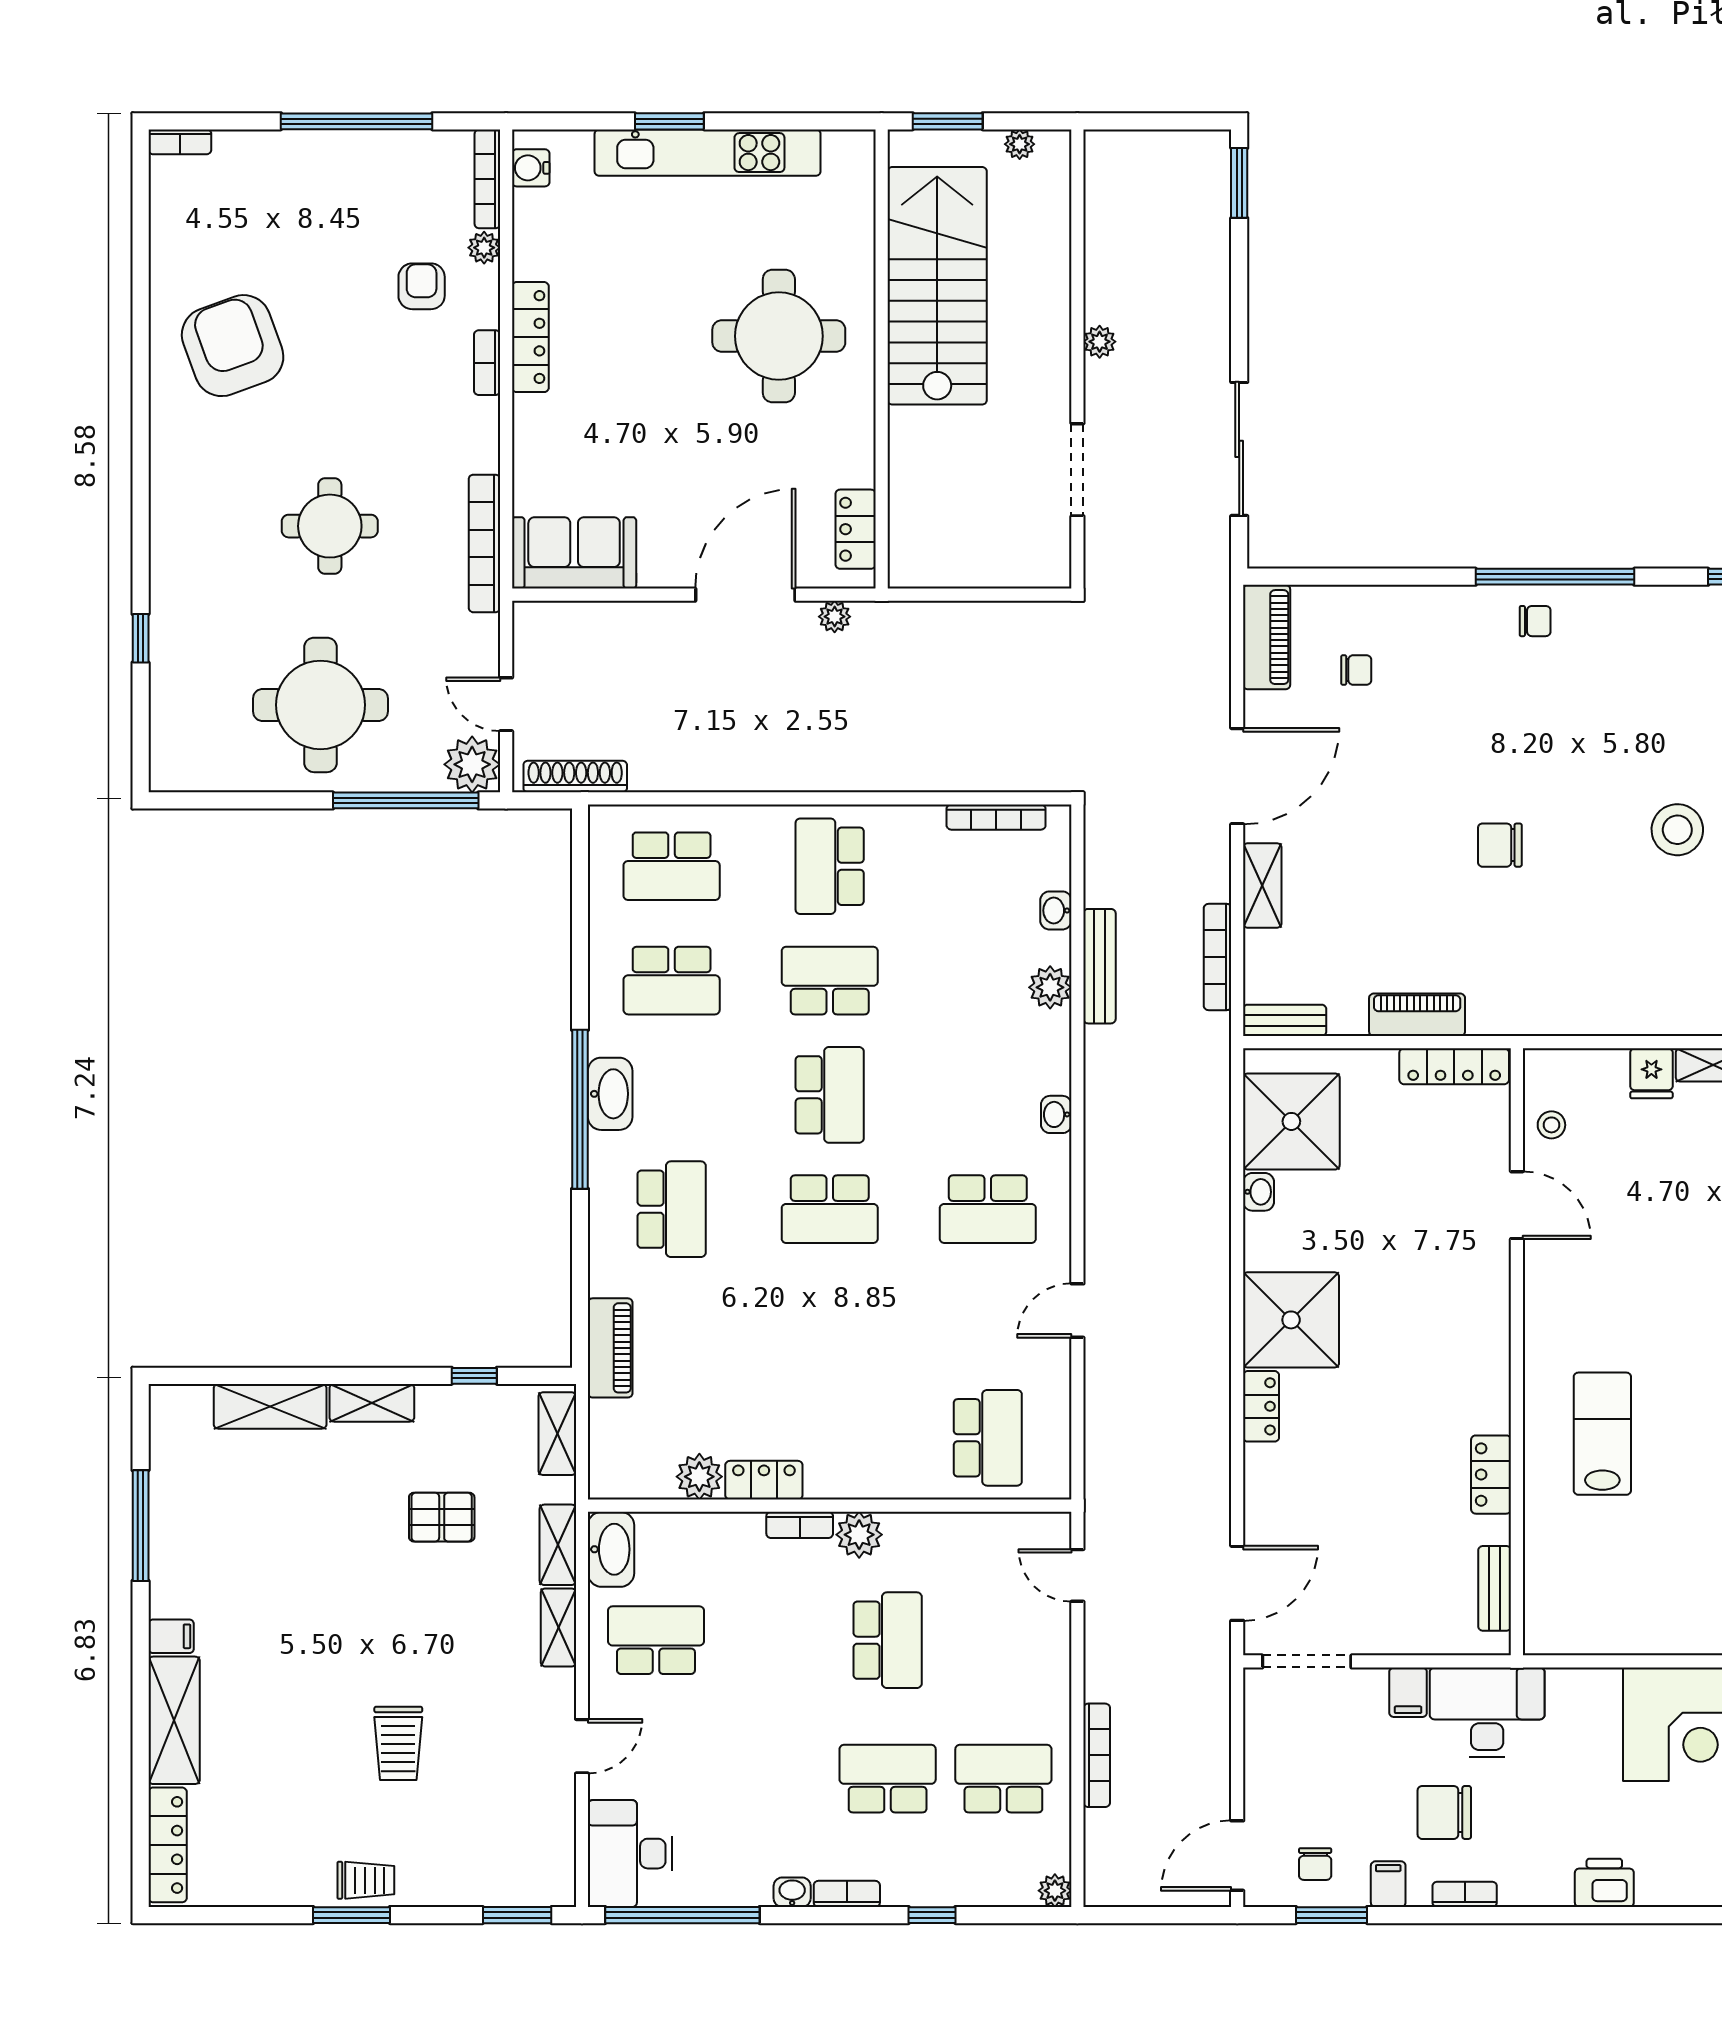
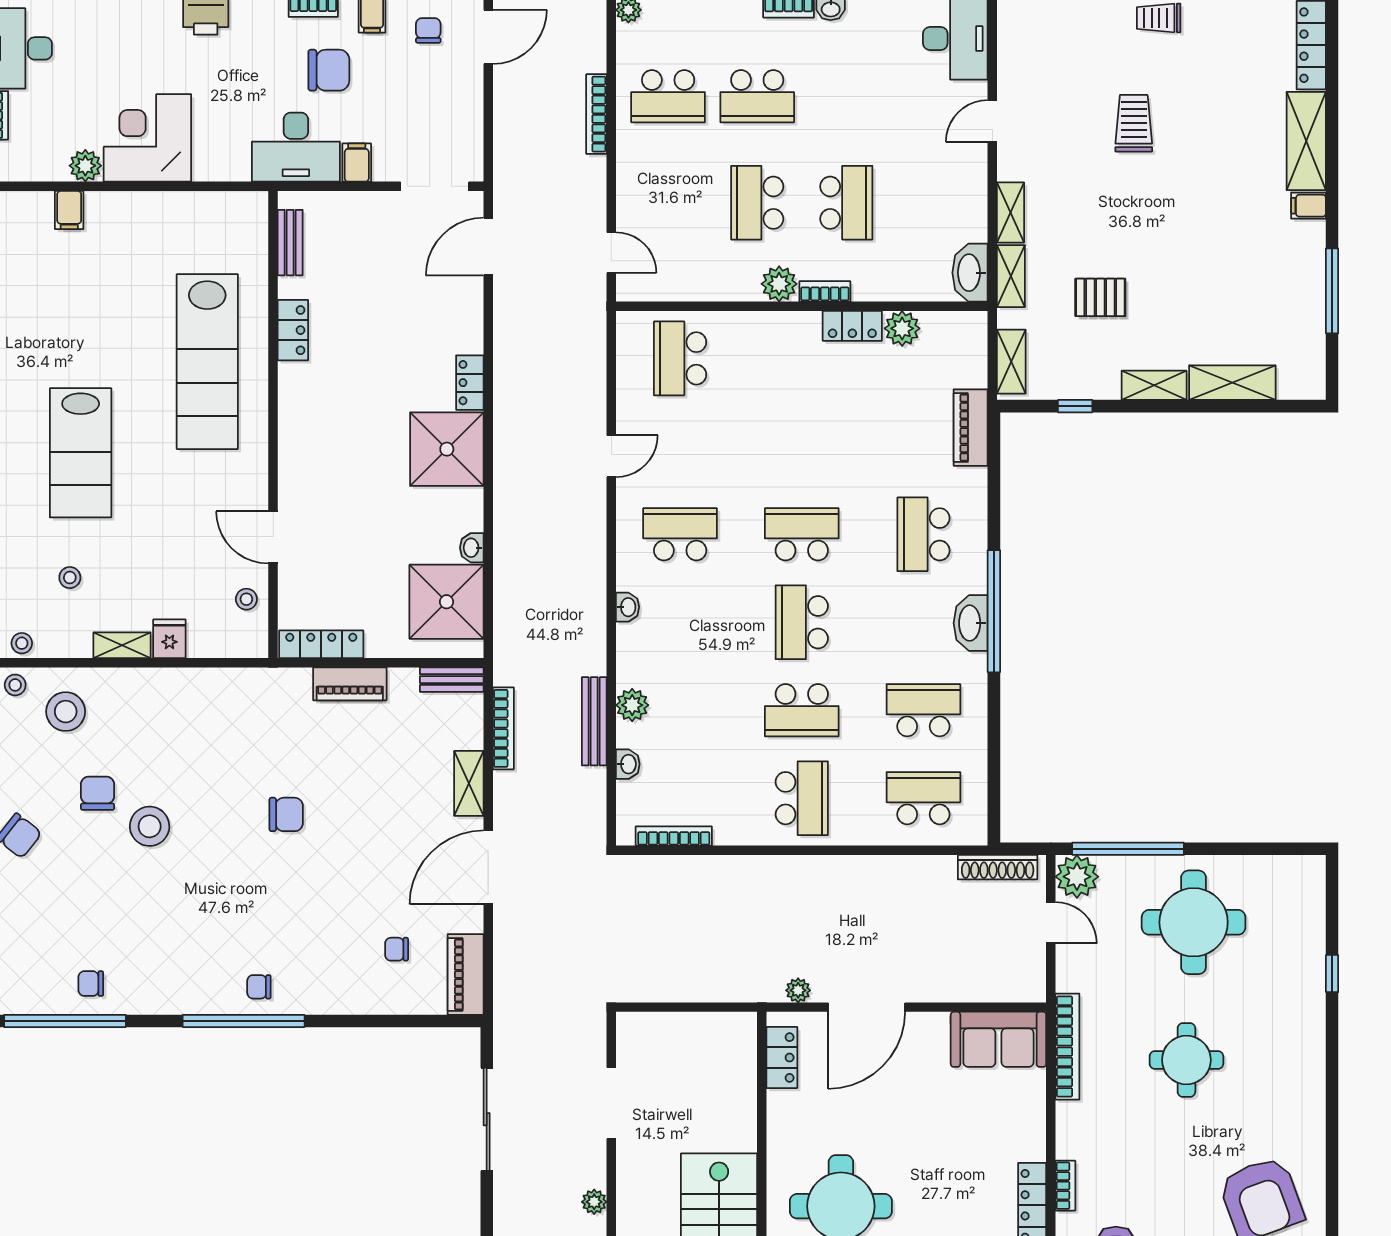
lab bench: (1602, 1434) -> (207, 362), width x1.86, depth x1.39
school desk: (656, 1640) -> (846, 203), moved, turned -90

